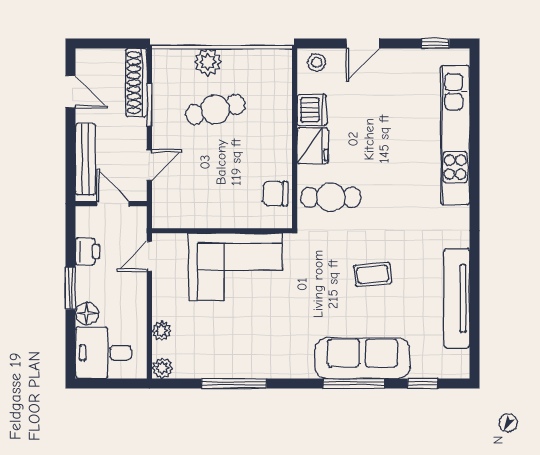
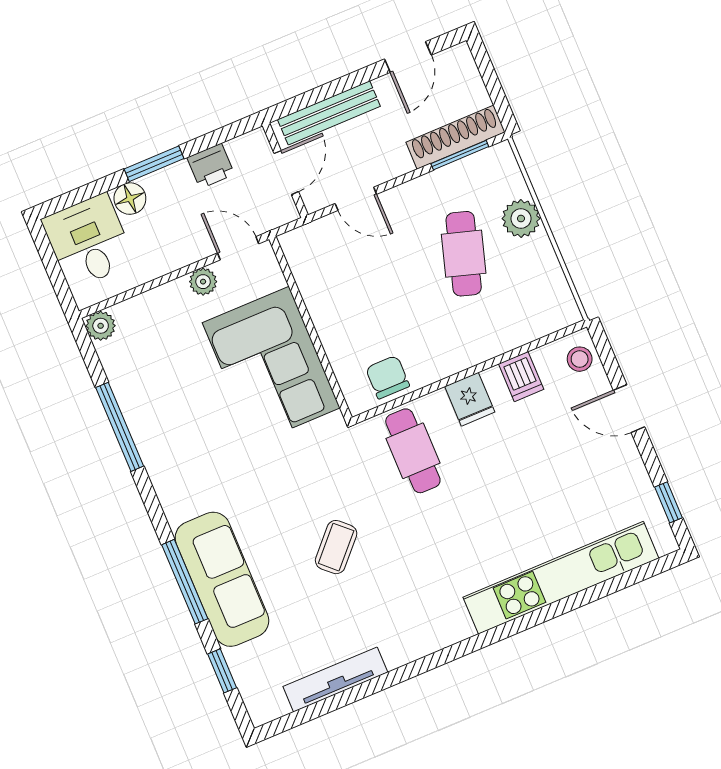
window: (149, 105) -> (460, 155), moved
cafe table: (215, 109) -> (464, 254), turned 31
dishwasher: (312, 110) -> (521, 377), width x0.73
fridge: (313, 146) -> (470, 399), width x0.72
coffee table: (373, 274) -> (336, 547), turned 48
tv unit: (457, 298) -> (335, 679), width x0.73, depth x0.78
plant: (162, 331) -> (203, 282), moved

